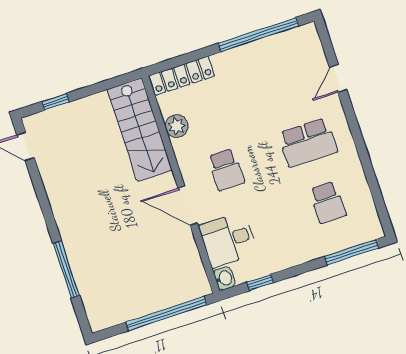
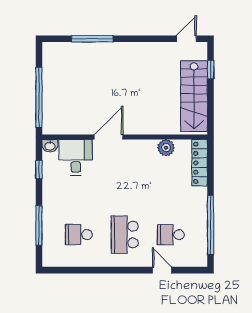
stairs: (140, 130) -> (194, 96), moved, turned -90
school desk: (226, 170) -> (171, 235), moved
window: (351, 252) -> (39, 226), moved

